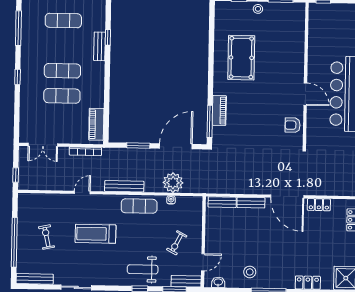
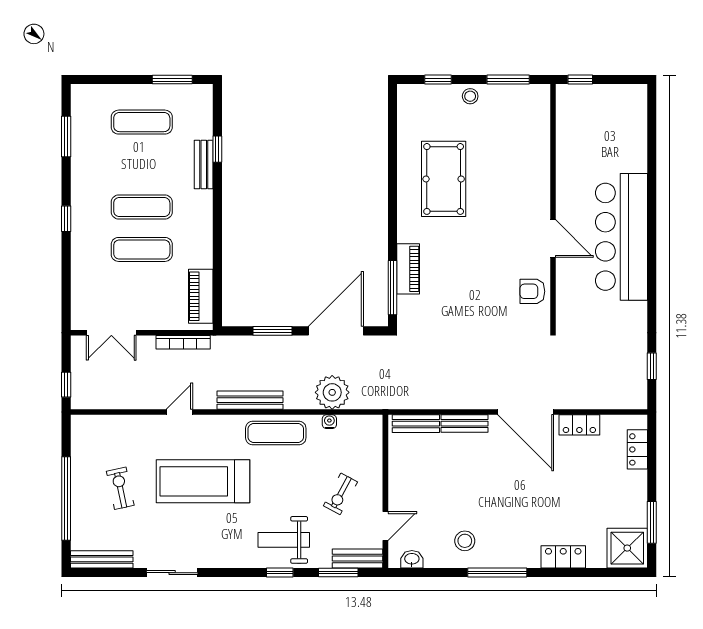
window: (18, 28) -> (66, 137), width x0.69
treadmill: (95, 234) -> (203, 481), width x1.37, depth x1.37

